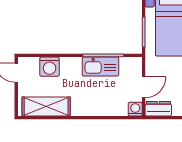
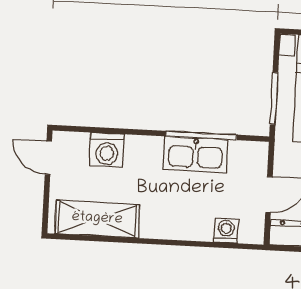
washing machine: (135, 109) -> (226, 231), moved

